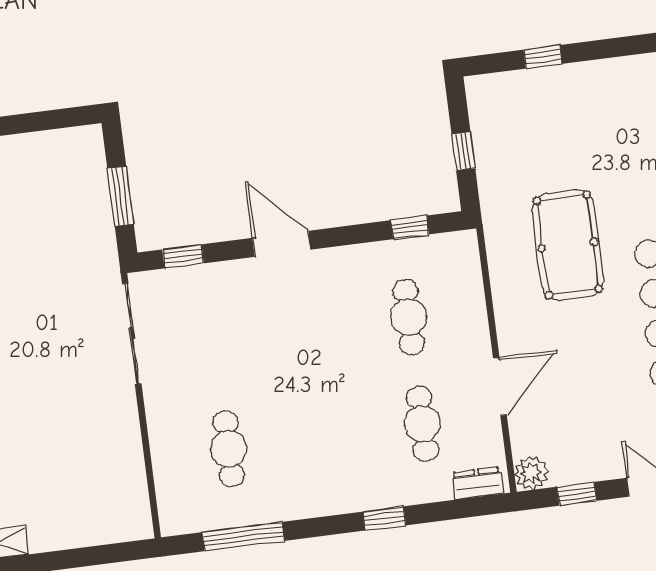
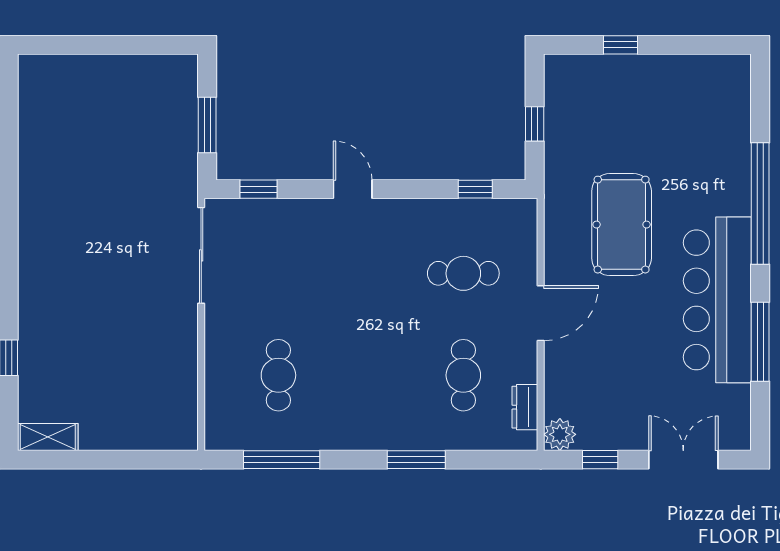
door: (281, 244) -> (353, 189), width x0.73
cafe table: (409, 317) -> (463, 273), turned 90
door: (500, 387) -> (541, 313), moved
dresser: (478, 483) -> (525, 407), moved, turned -90
window: (384, 518) -> (416, 460), width x1.50

